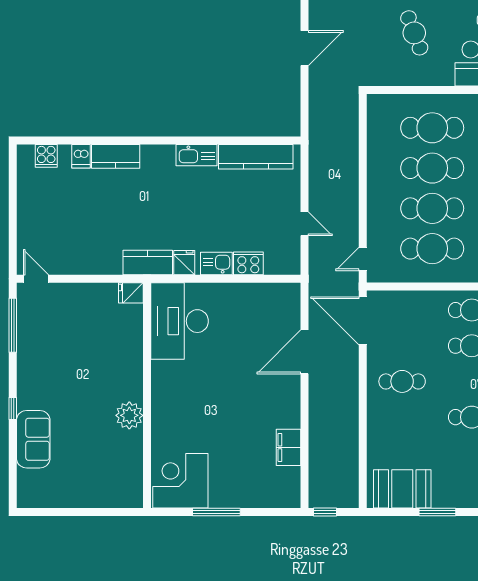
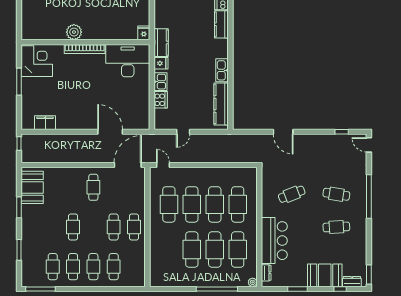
bookcase: (159, 397) -> (85, 49), added
filing cabinet: (288, 447) -> (45, 123), moved

